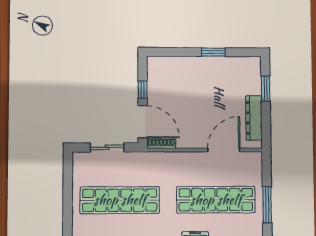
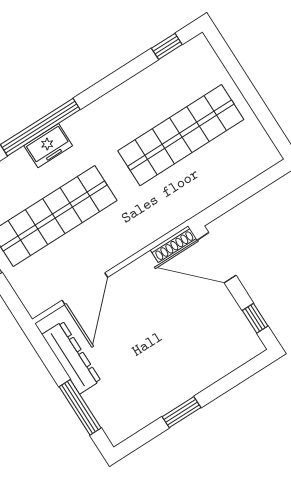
window: (266, 89) -> (80, 407), width x1.44
window: (143, 90) -> (255, 318), moved
sliding door: (107, 147) -> (242, 194), removed

